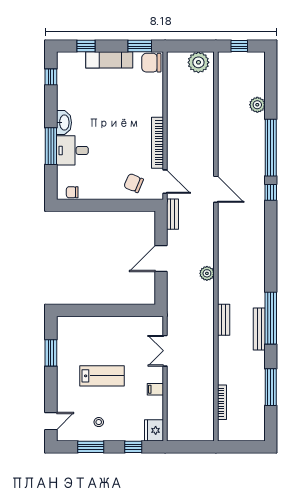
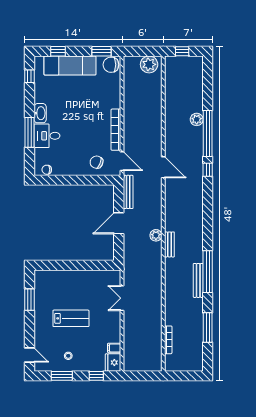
exam couch: (109, 60) -> (70, 66), width x1.36, depth x1.45
plant: (257, 105) -> (197, 119), moved
bench: (173, 214) -> (128, 192), width x1.36
bench: (224, 320) -> (169, 244), moved
filing cabinet: (155, 389) -> (114, 348), moved
door: (51, 421) -> (30, 355), hinge flipped

